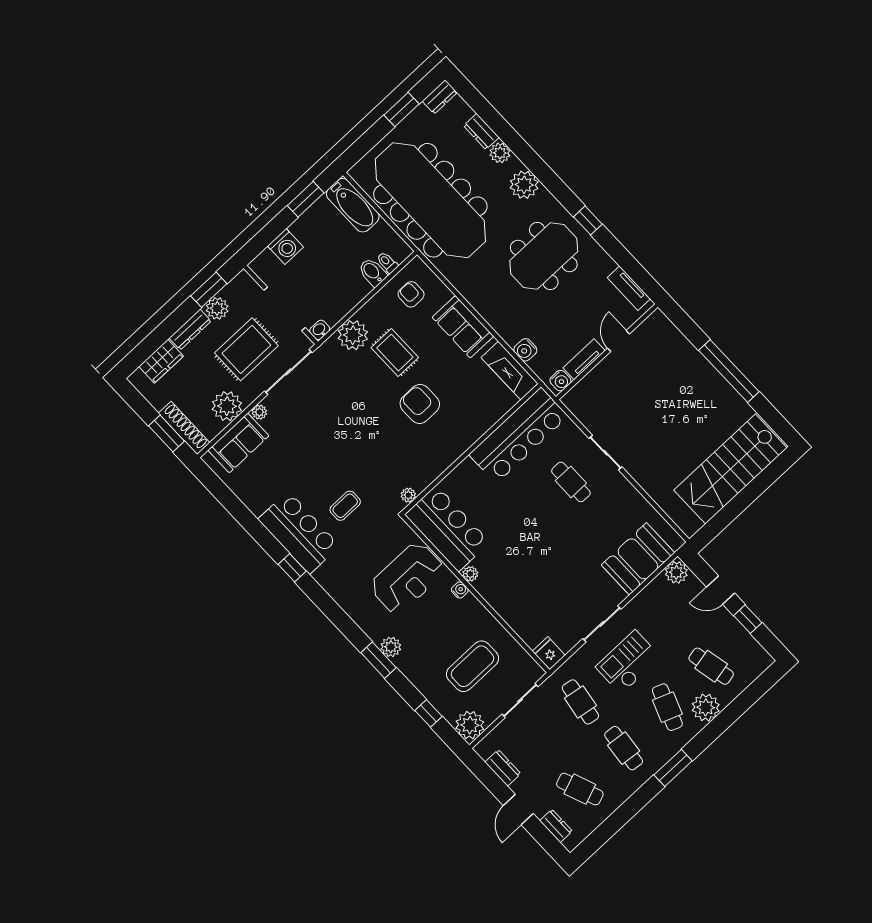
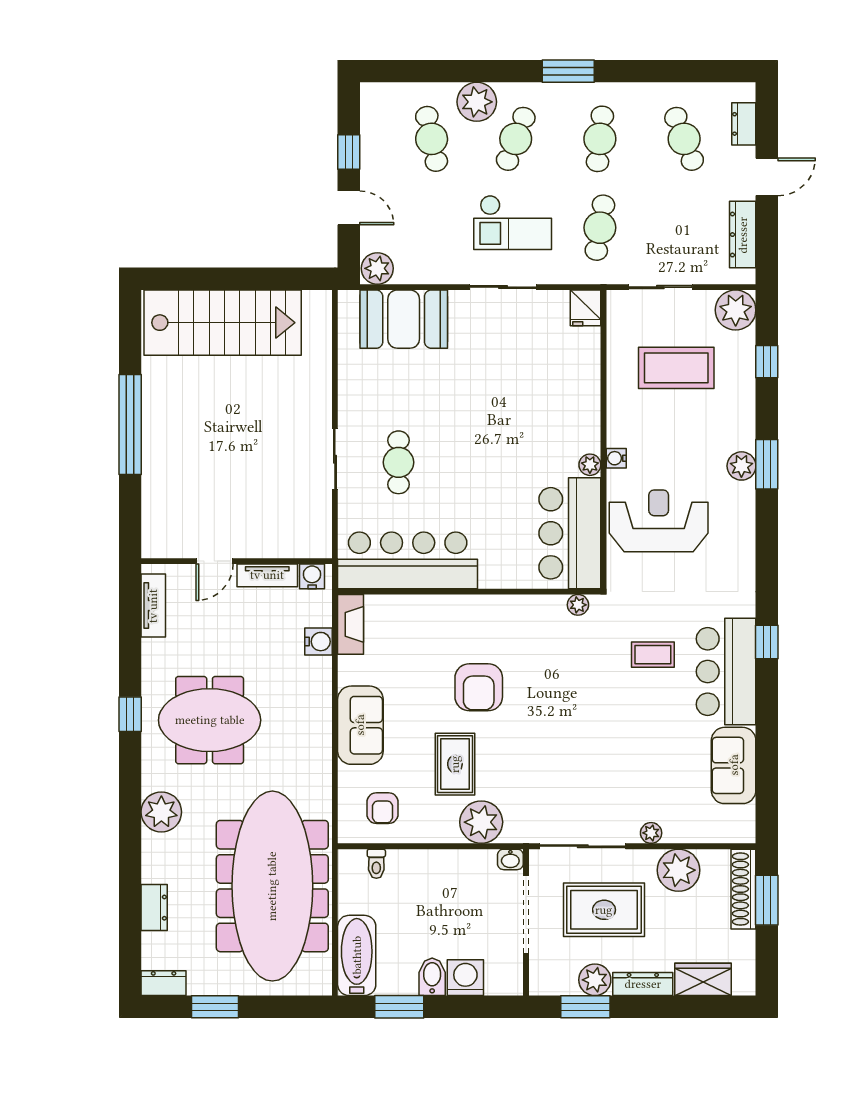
plant: (500, 153) -> (156, 868), removed
bidet: (373, 272) -> (432, 977), moved, turned 180
fireplace: (510, 371) -> (351, 624), width x0.73, depth x0.76
sofa: (238, 443) -> (734, 765), moved, turned -90
dresser: (503, 768) -> (743, 235), width x1.44

